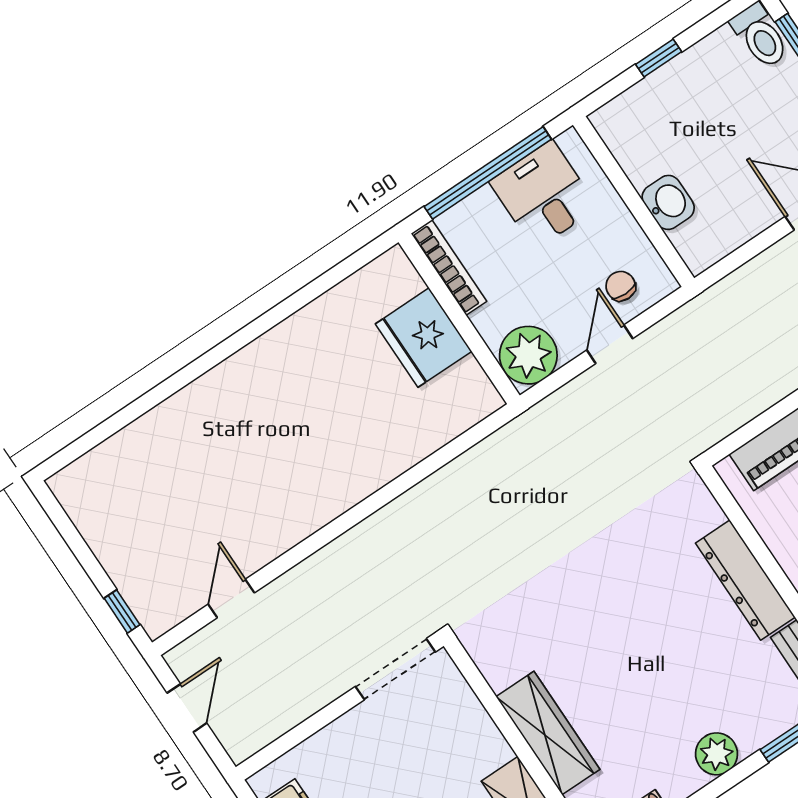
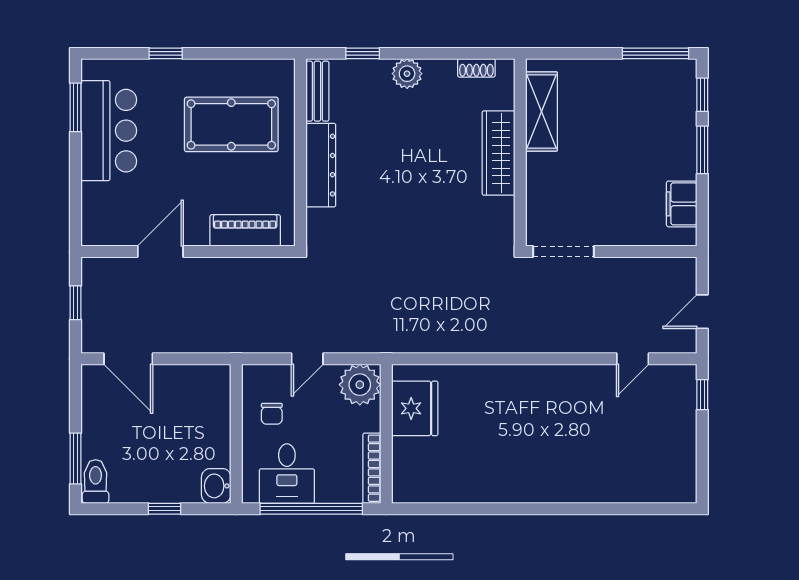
washbasin: (668, 202) -> (216, 486), moved
chair: (621, 286) -> (272, 414), moved
fridge: (424, 338) -> (415, 408), moved

